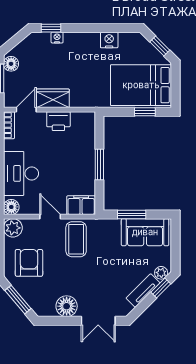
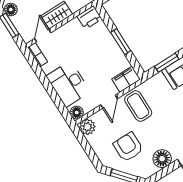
printer: (58, 121) -> (89, 17), moved
door: (50, 217) -> (109, 102), swing flipped
armchair: (29, 263) -> (128, 147), moved

